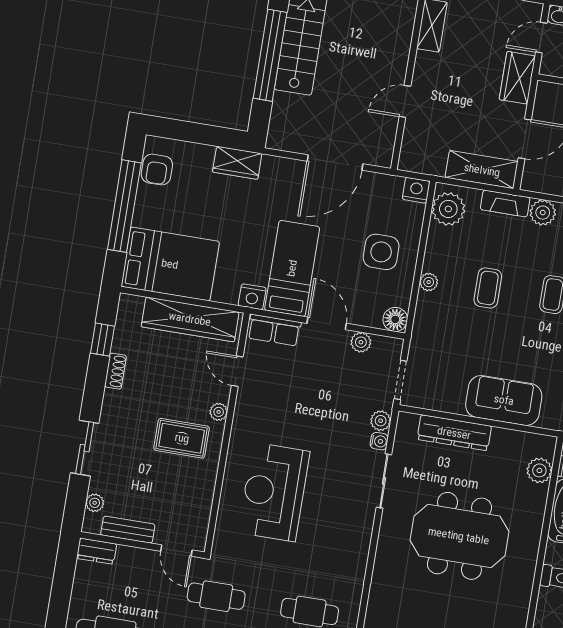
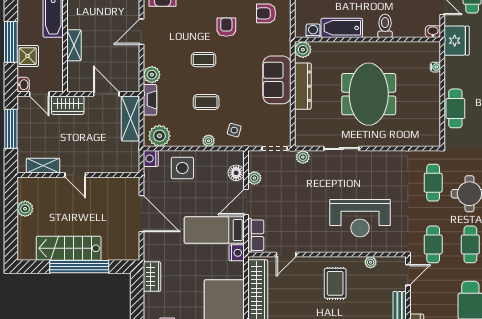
door: (405, 101) -> (75, 175), moved
side table: (381, 252) -> (182, 168), moved
floor lamp: (395, 319) -> (236, 173), moved
side table: (438, 323) -> (234, 130), added
plant: (219, 412) -> (371, 262), moved
dresser: (454, 433) -> (303, 86), moved
water cooler: (379, 441) -> (316, 156), removed
plant: (539, 470) -> (303, 50), moved

